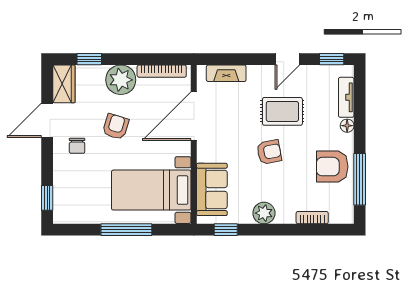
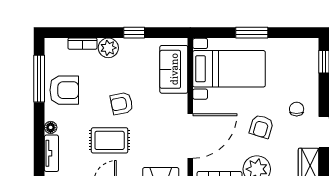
plant: (264, 213) -> (108, 48), moved
window: (126, 230) -> (252, 33), width x0.69
window: (226, 230) -> (134, 33), moved

